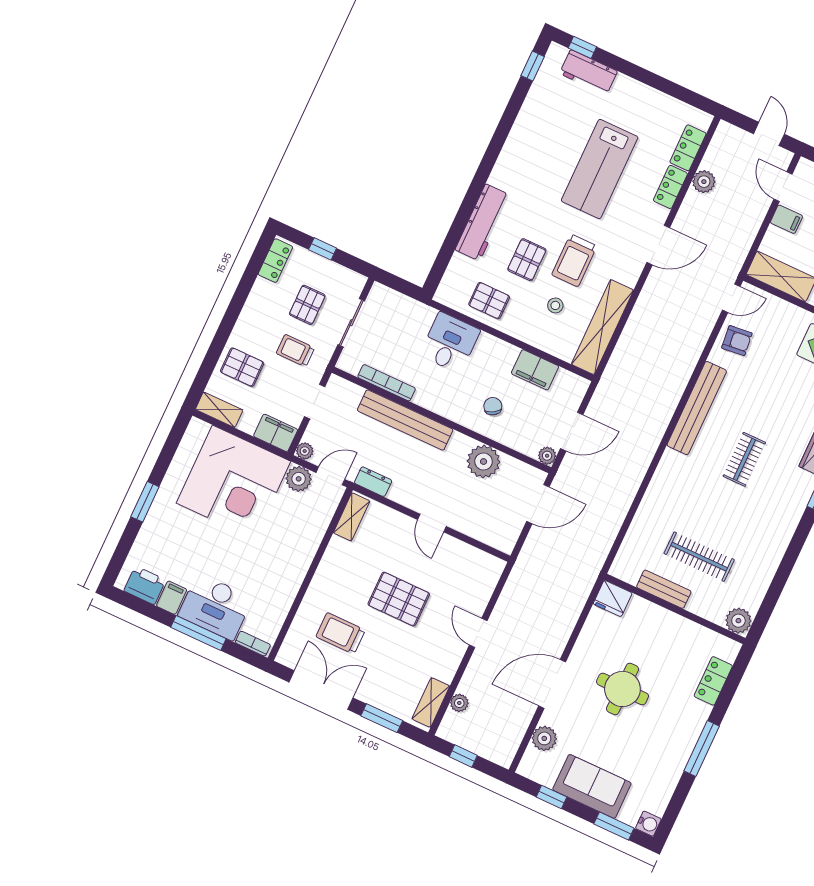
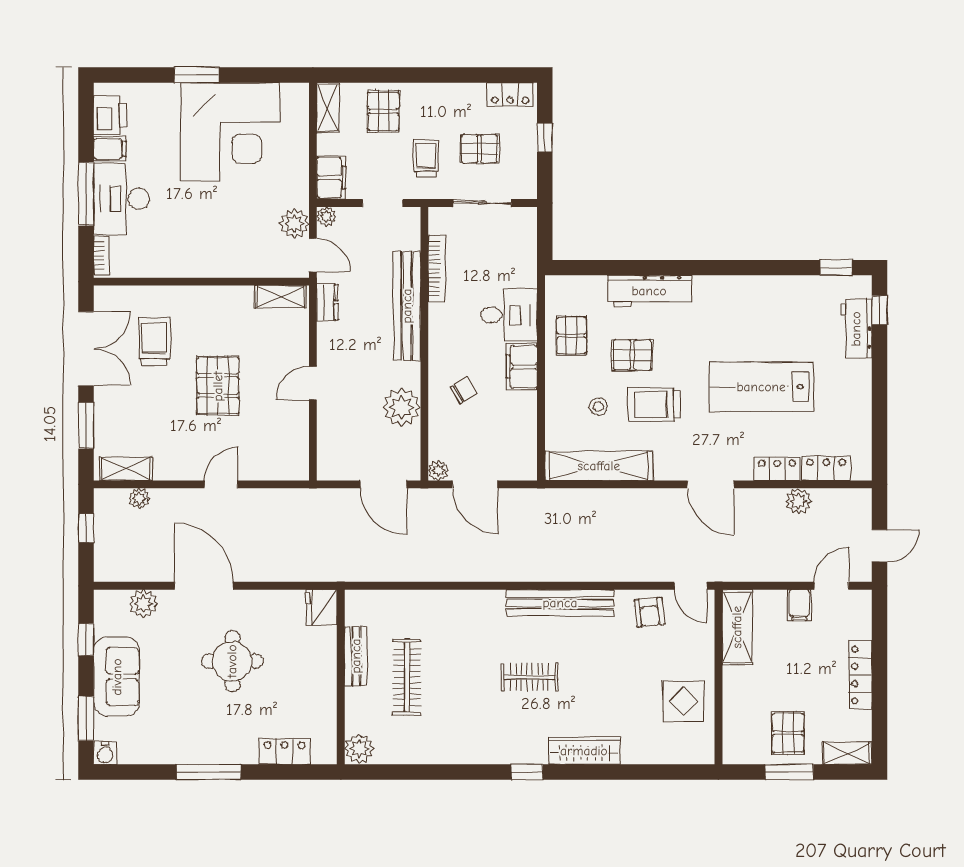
filing cabinet: (535, 370) -> (522, 367), moved
corner desk: (233, 482) -> (230, 132), moved, turned -90

